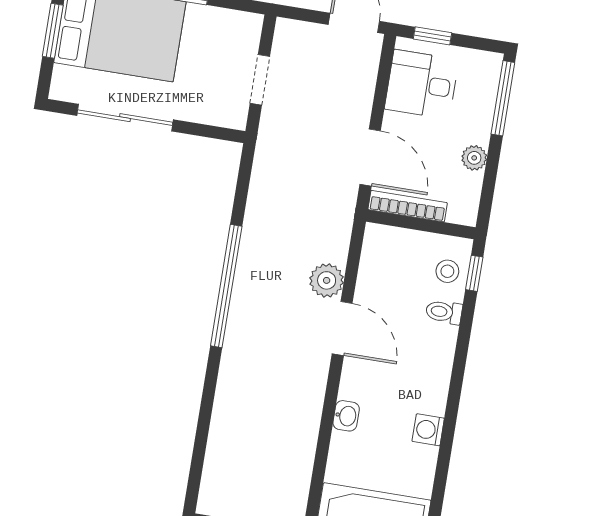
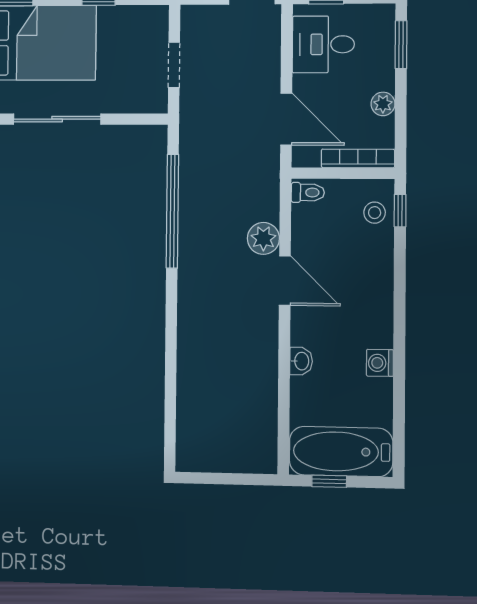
window: (503, 98) -> (401, 45), width x0.69
bookcase: (408, 206) -> (358, 158), moved
window: (226, 286) -> (172, 211), moved
toilet: (444, 312) -> (308, 192), moved, turned 180

